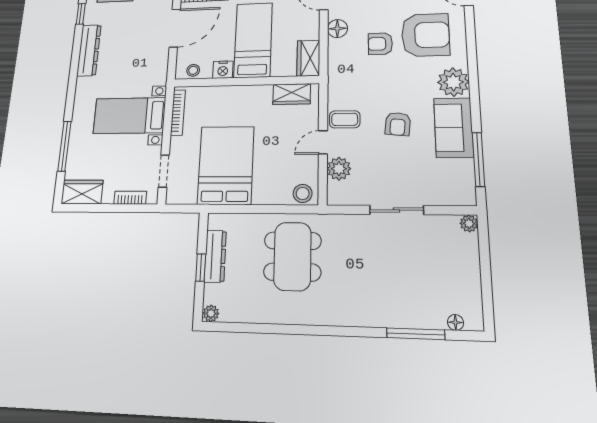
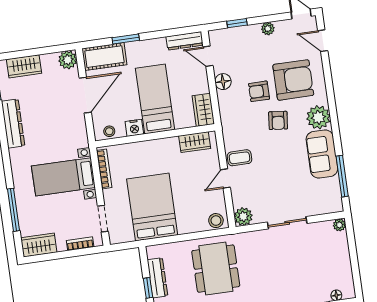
armchair: (398, 124) -> (278, 120), moved
plant: (339, 169) -> (243, 217), moved

